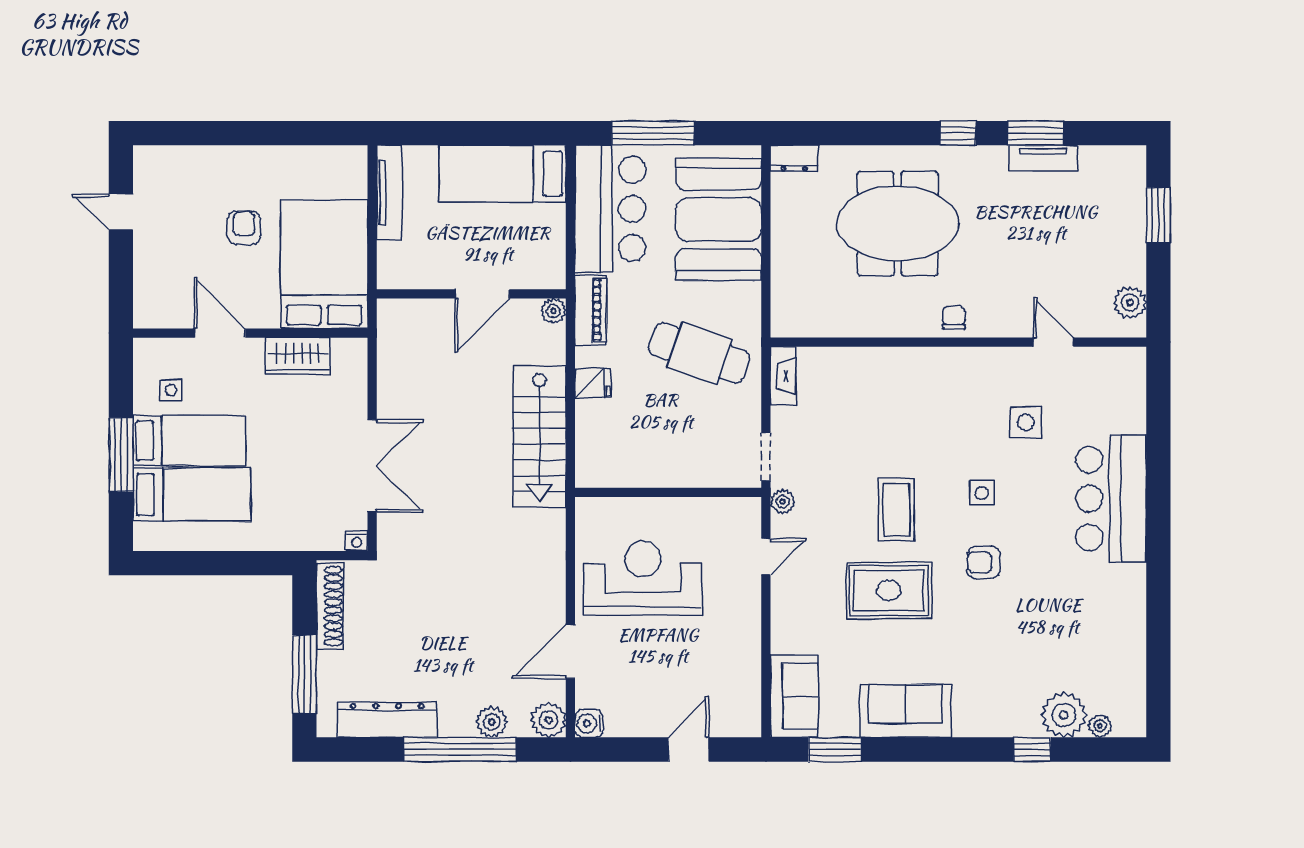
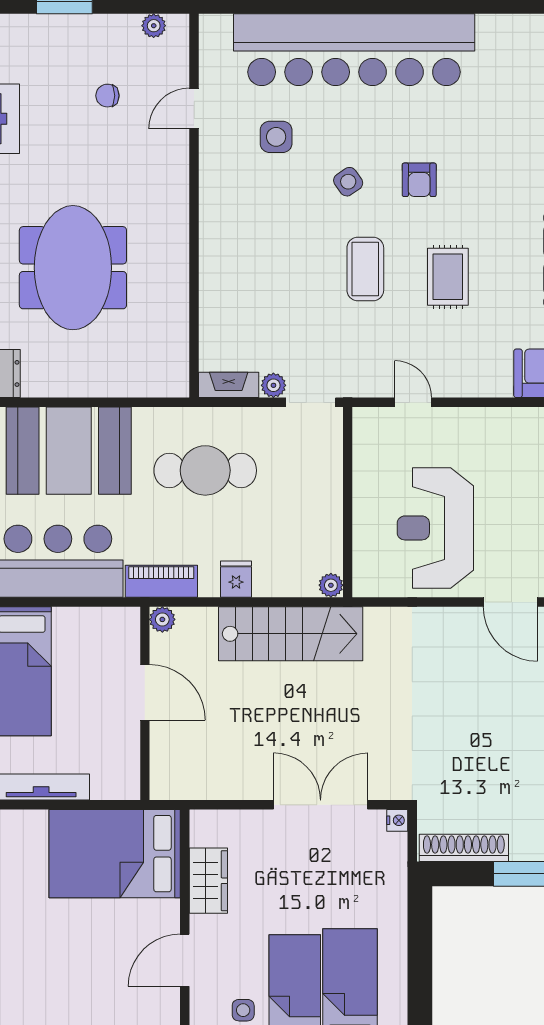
armchair: (244, 228) -> (77, 936), removed
plant: (1130, 303) -> (154, 26), width x0.73, depth x0.73
chair: (954, 318) -> (107, 96), moved
cafe table: (699, 353) -> (205, 470), turned 71
plant: (587, 476) -> (331, 585), added
side table: (982, 493) -> (348, 182), turned -35
bar counter: (1111, 499) -> (354, 50), width x1.86
plant: (783, 502) -> (273, 385), moved
coffee table: (896, 510) -> (365, 269), turned 90
rug: (889, 590) -> (448, 277), width x0.73, depth x0.70

